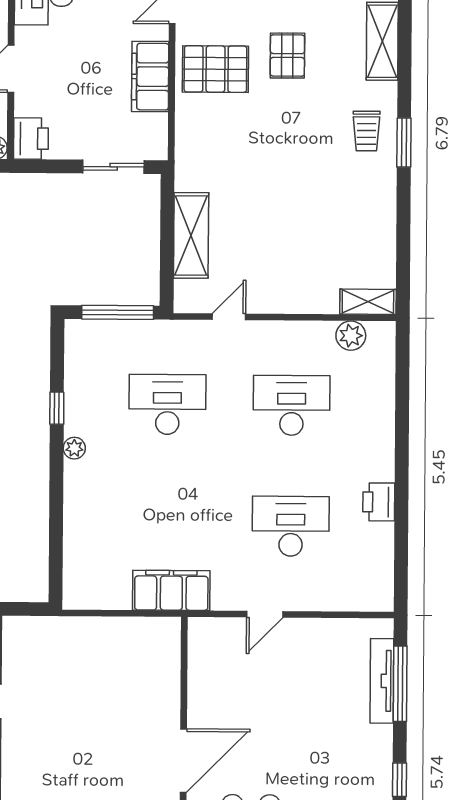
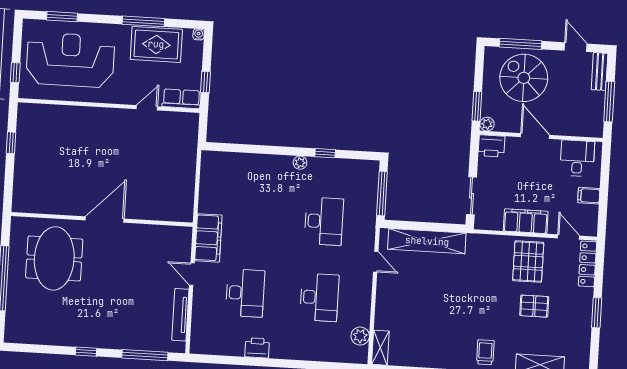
trolley: (366, 131) -> (485, 352), turned 90
shelving: (191, 235) -> (427, 241), width x1.47
filing cabinet: (171, 590) -> (208, 238), moved
tv unit: (382, 681) -> (180, 315), moved, turned -90
door: (183, 761) -> (105, 220), swing flipped

